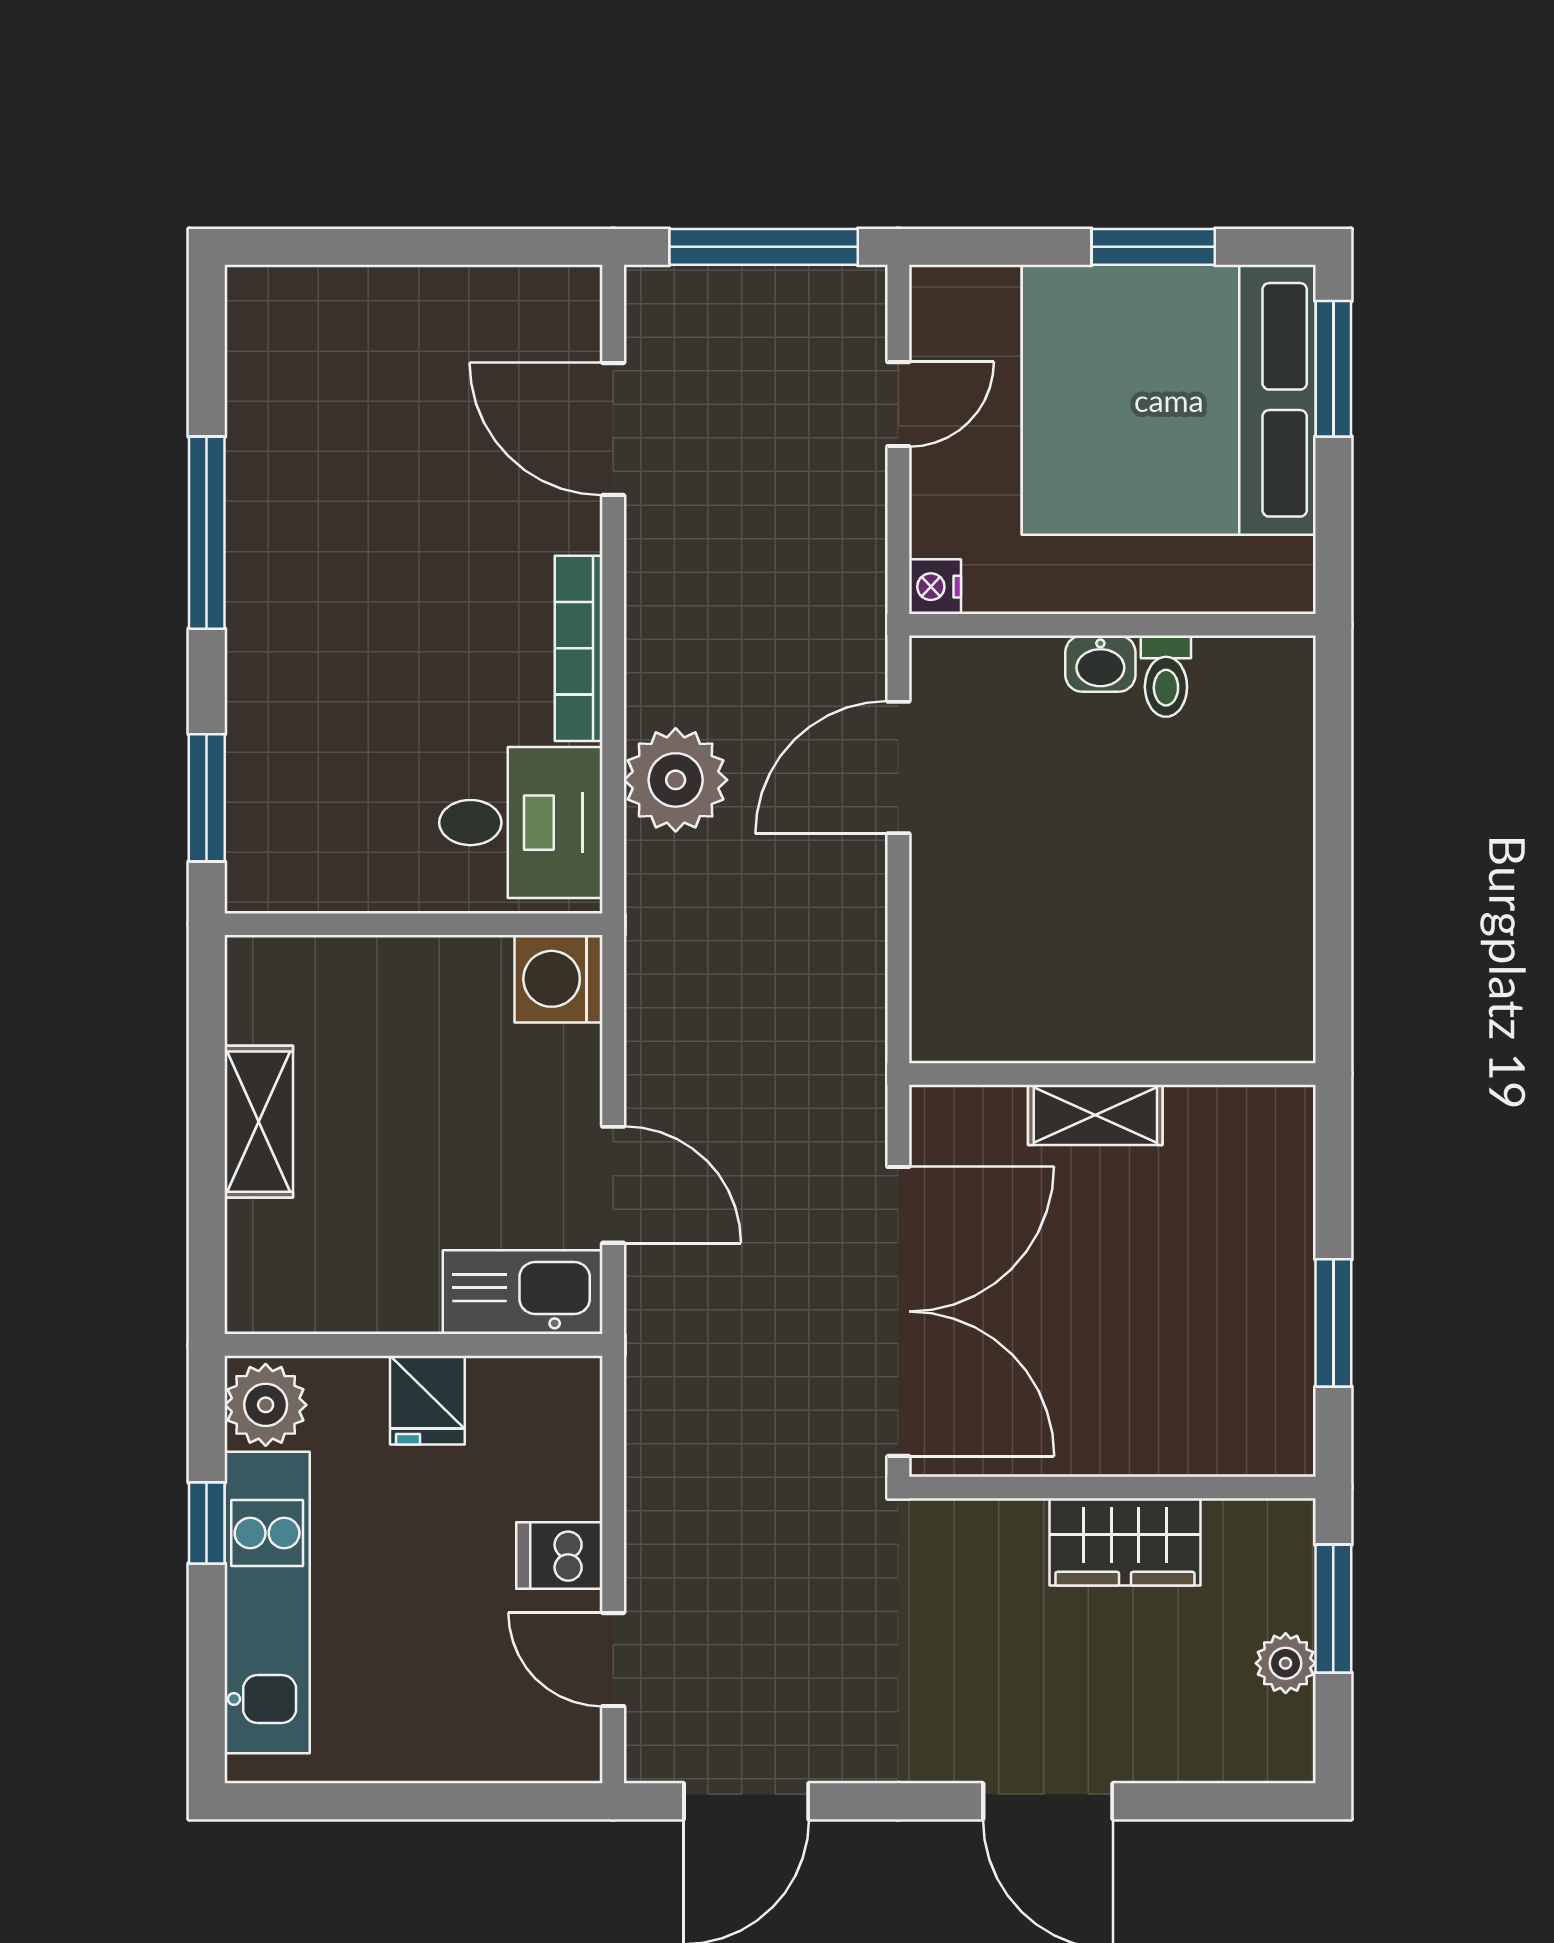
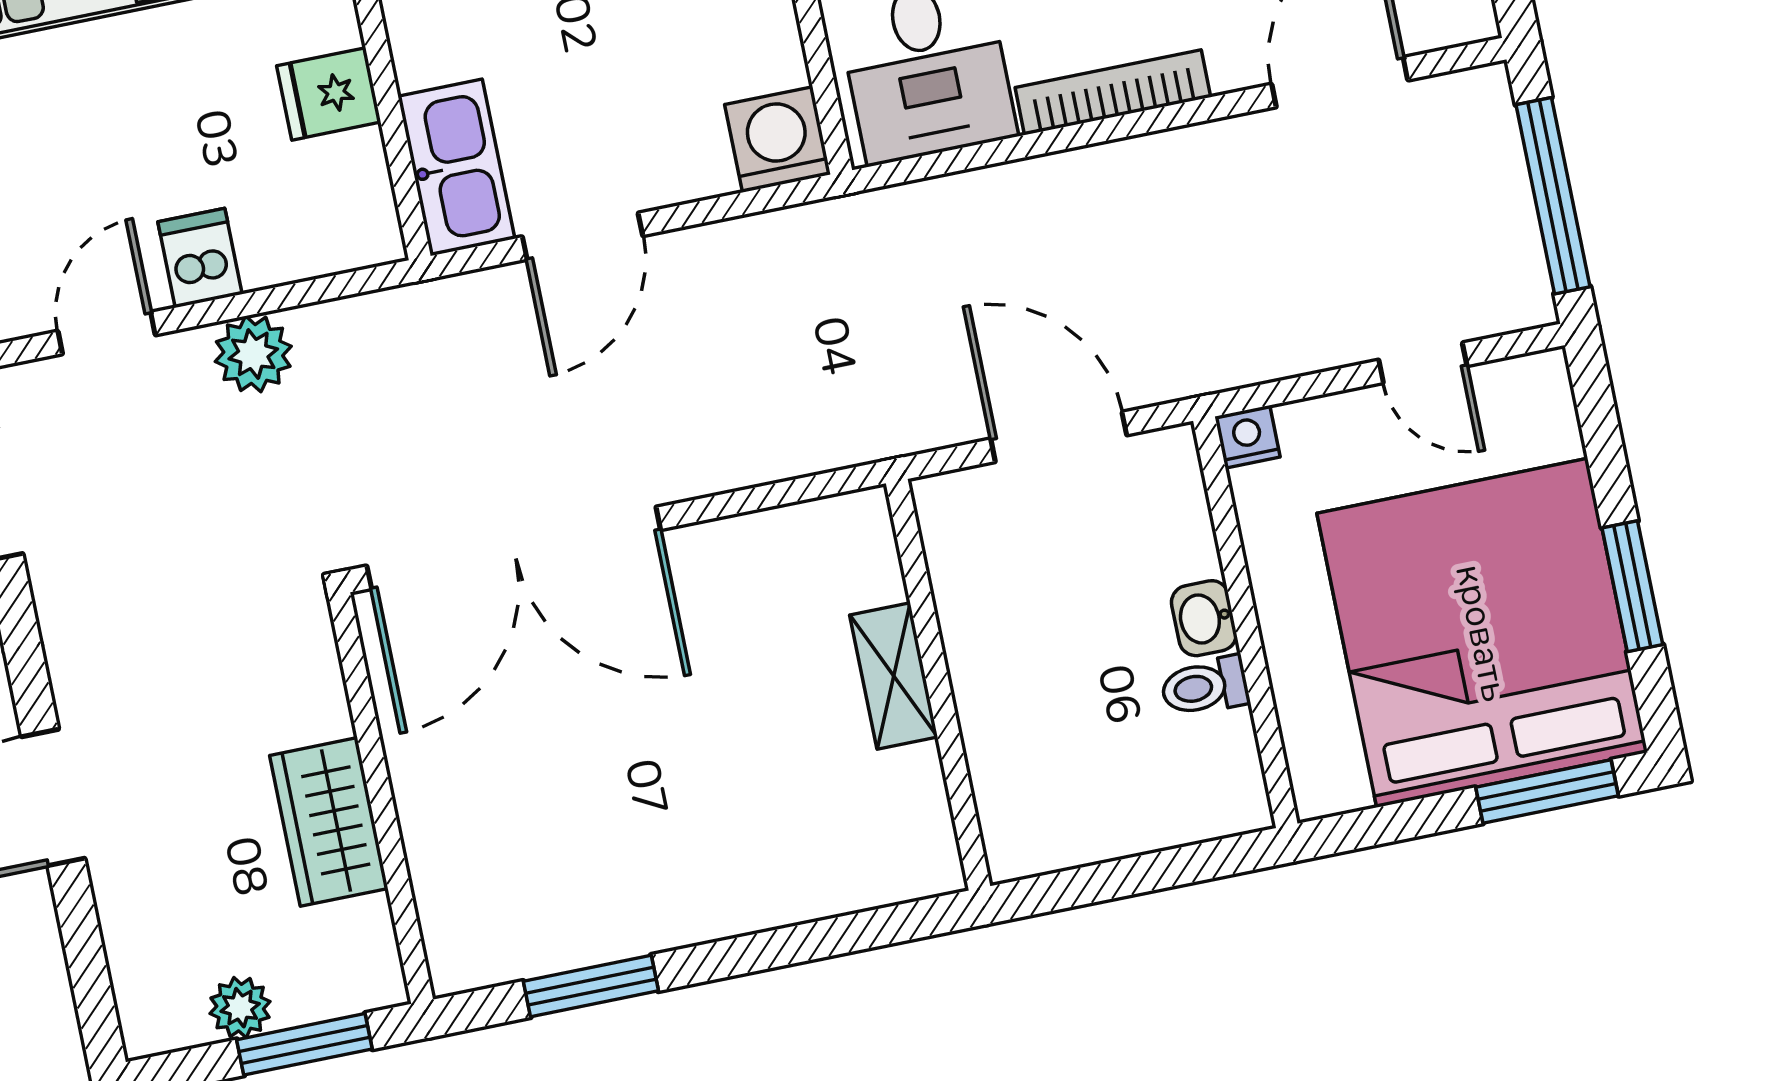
plant: (676, 780) -> (253, 354), moved, width x0.73, depth x0.73
wall: (1112, 1074) -> (938, 685), moved
shelving: (1095, 1115) -> (894, 676), moved

